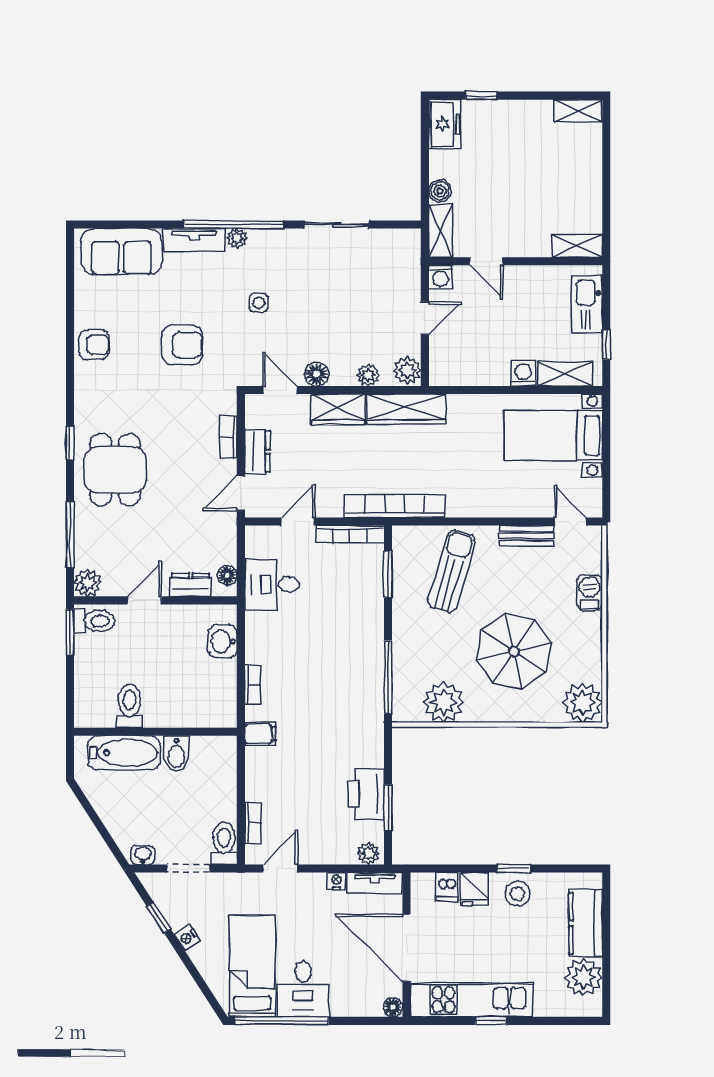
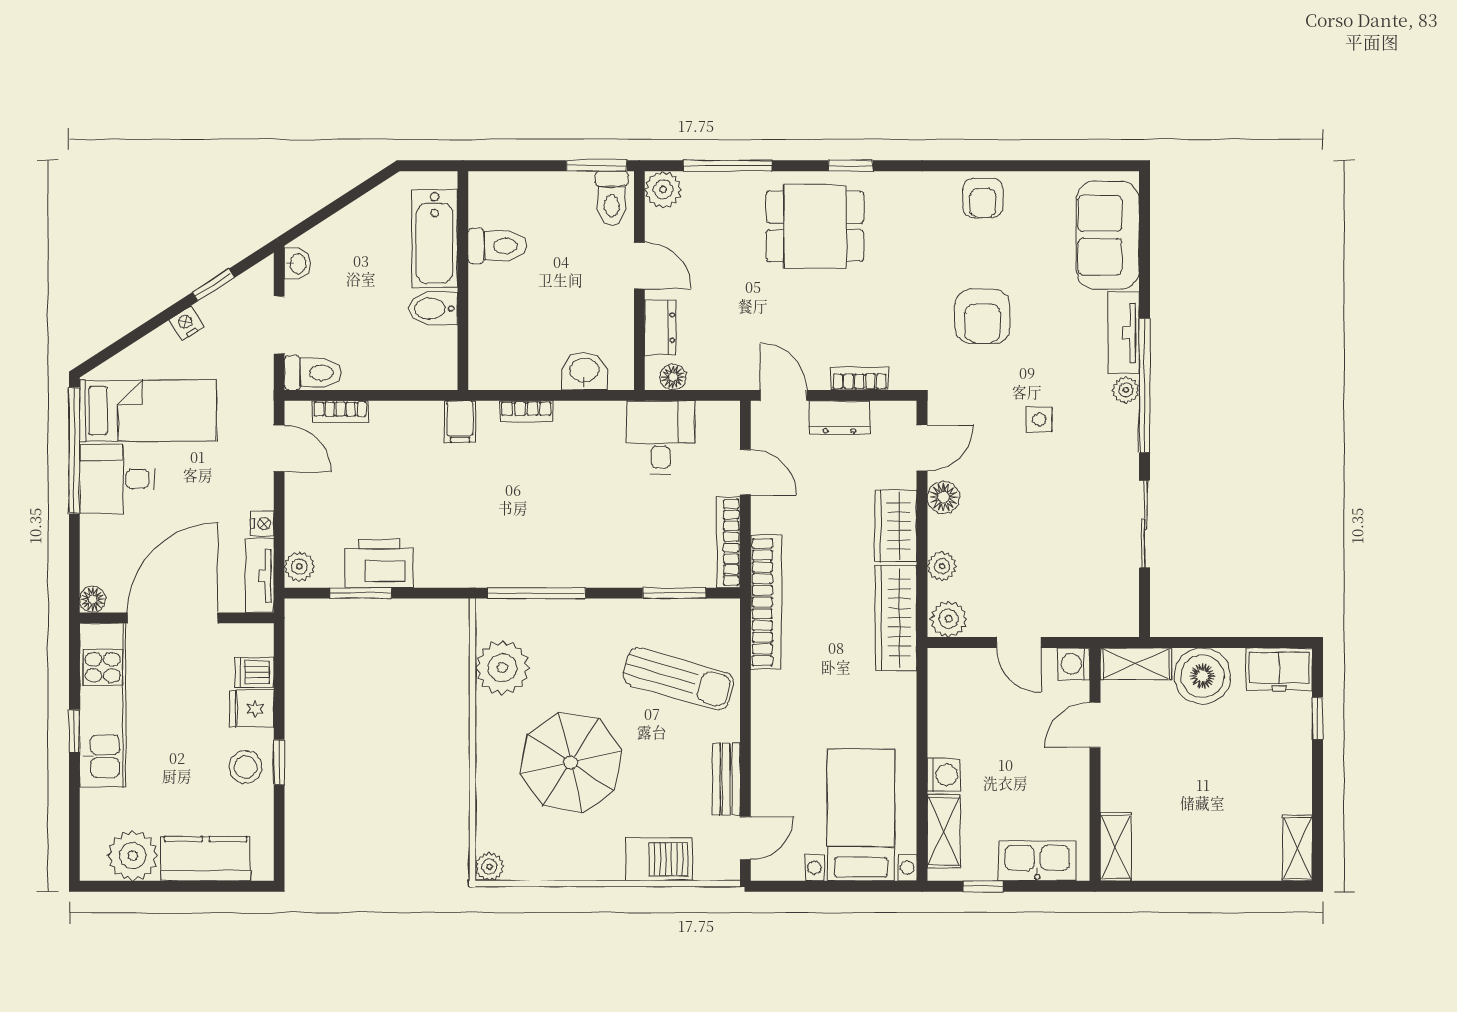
boiler: (440, 191) -> (1202, 676), width x1.86, depth x1.86
barbecue: (589, 593) -> (659, 859), width x1.38, depth x1.27
plant: (582, 703) -> (489, 867), width x0.53, depth x0.53

